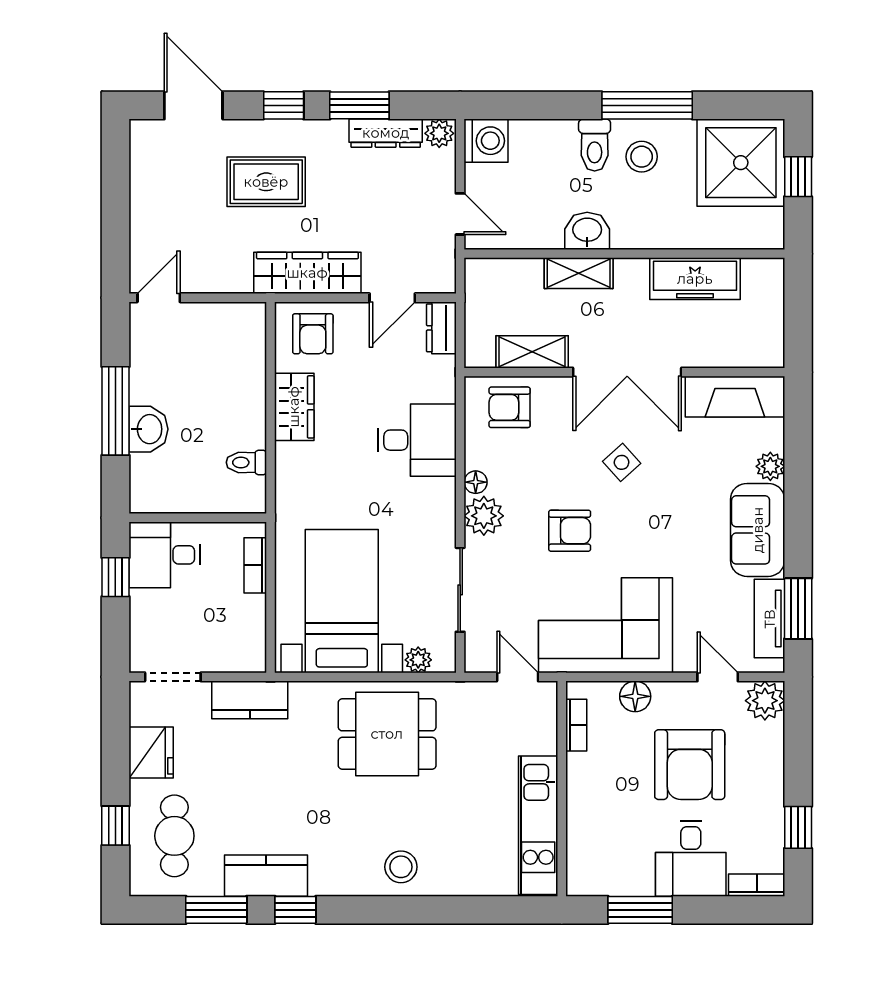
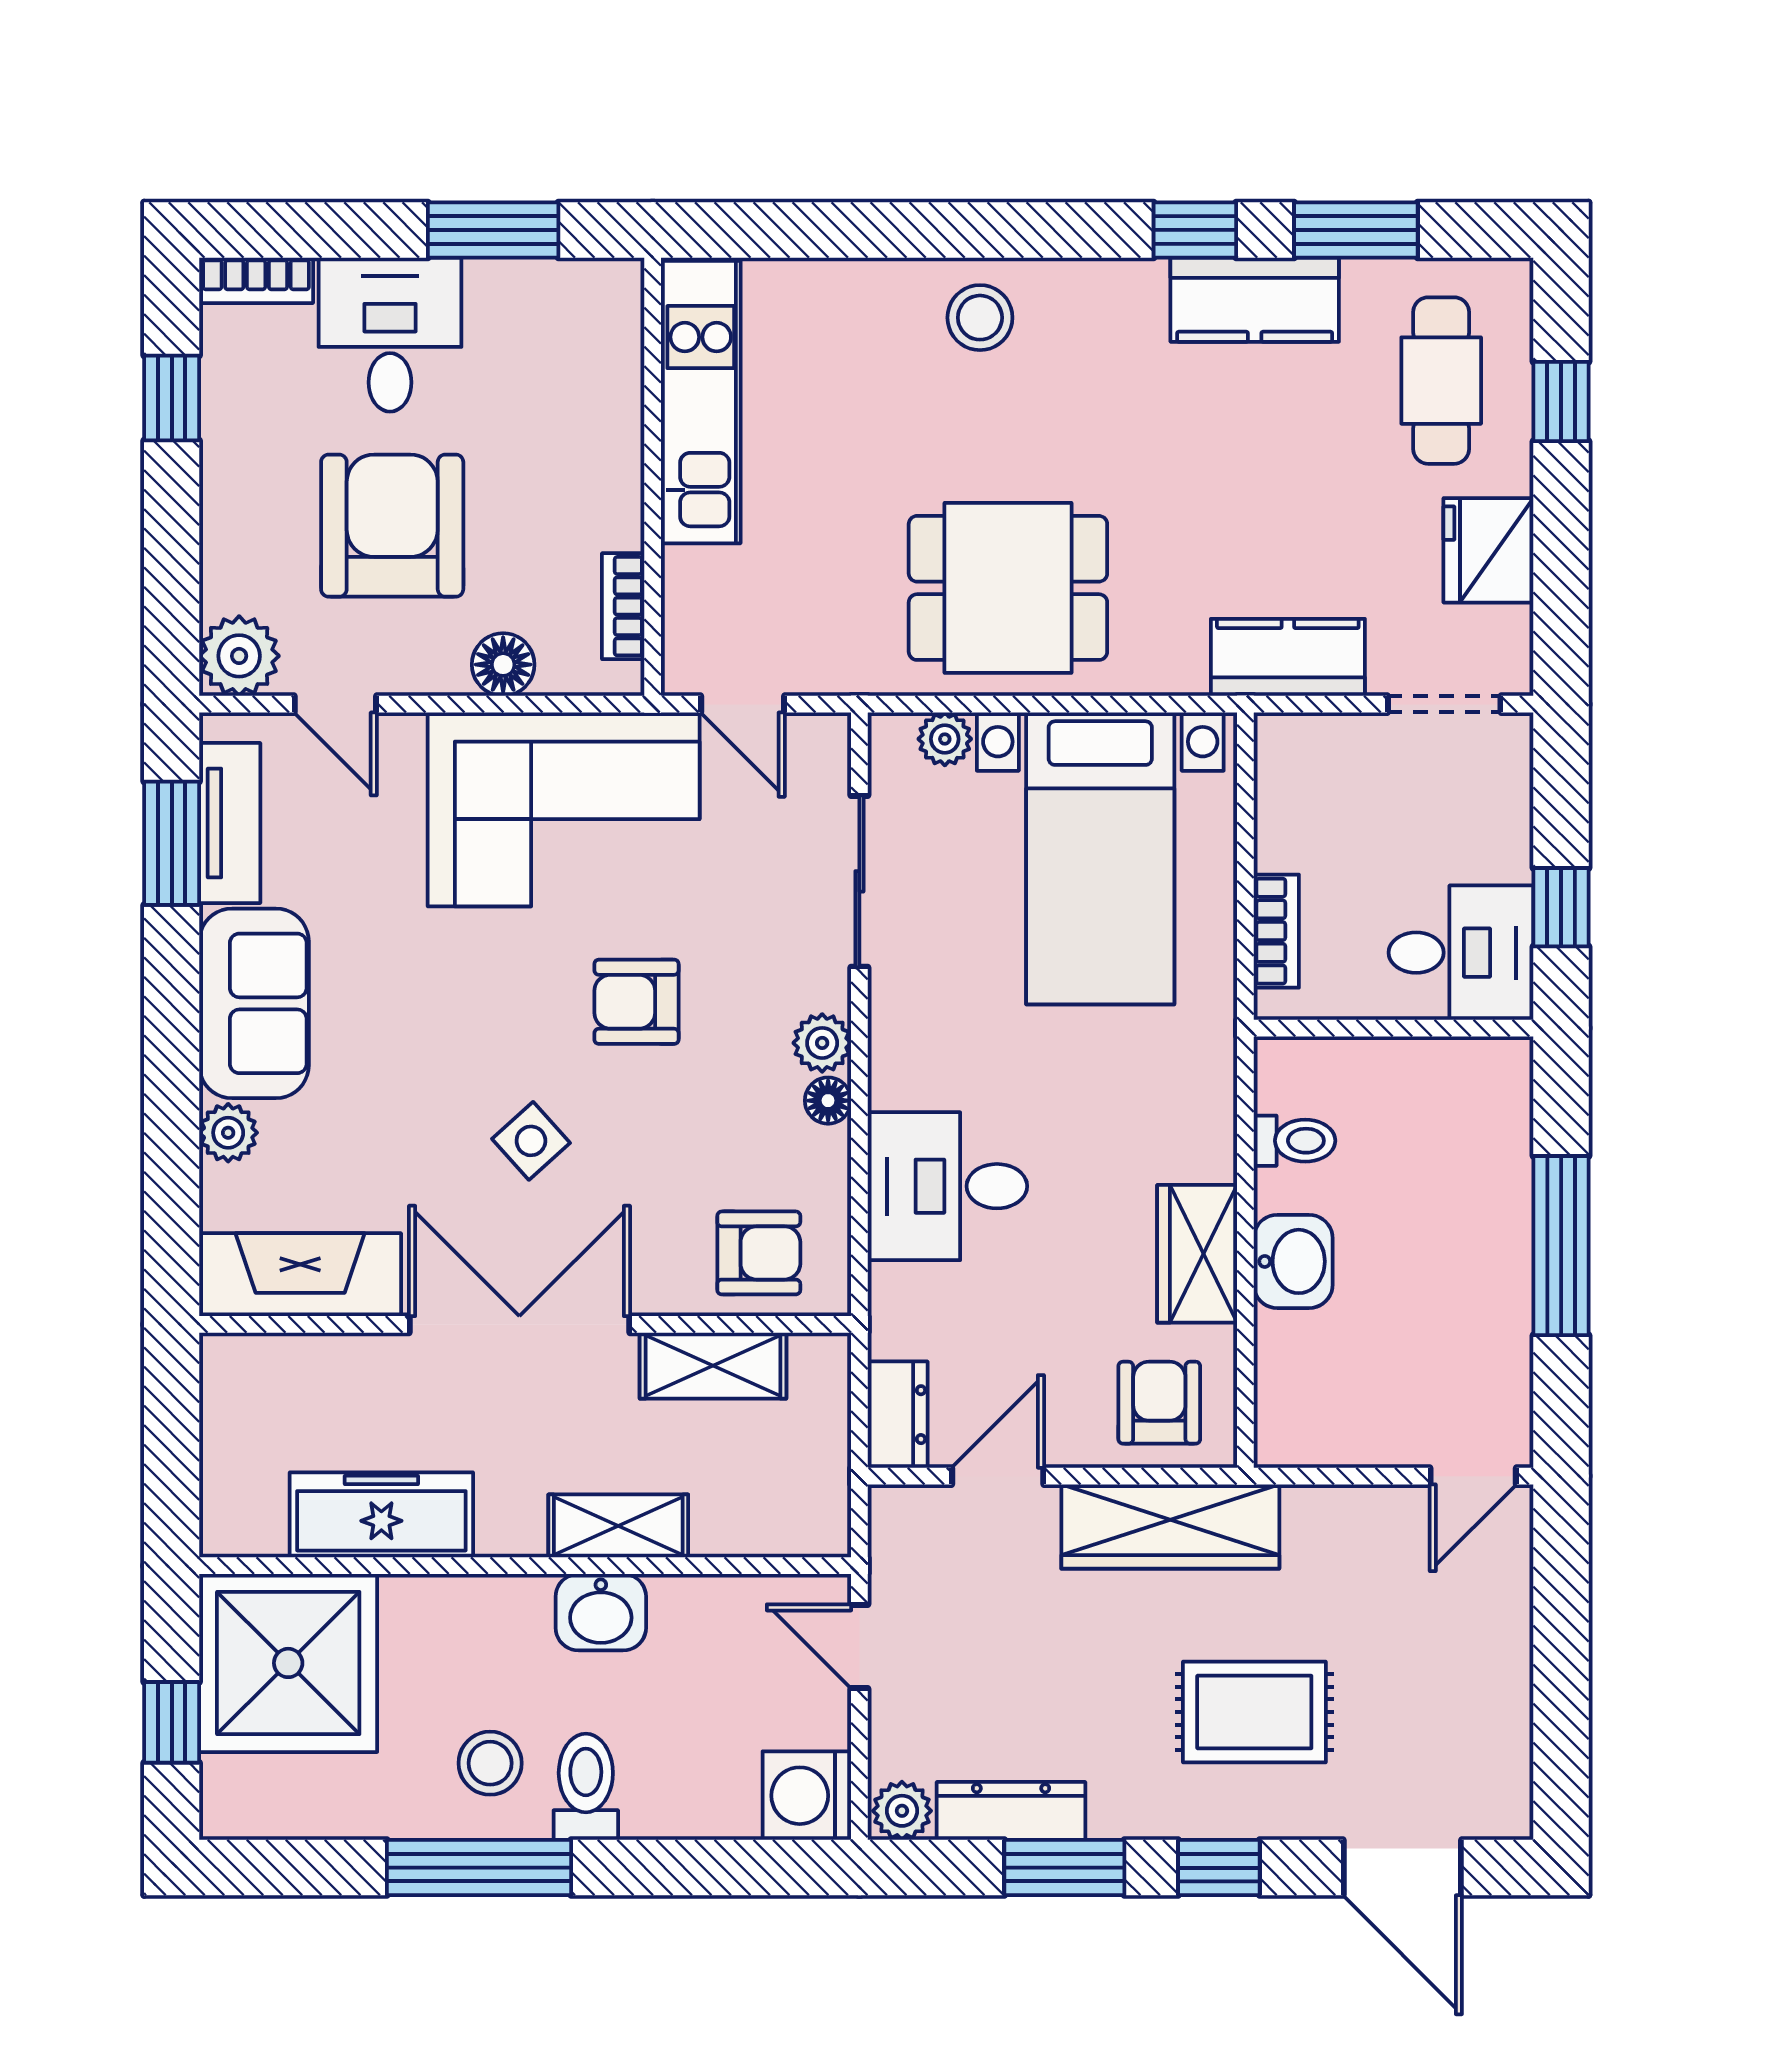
shower: (741, 163) -> (288, 1663), moved
washbasin: (148, 429) -> (1293, 1261), moved, turned 180
plant: (484, 516) -> (822, 1043), width x0.73, depth x0.73

